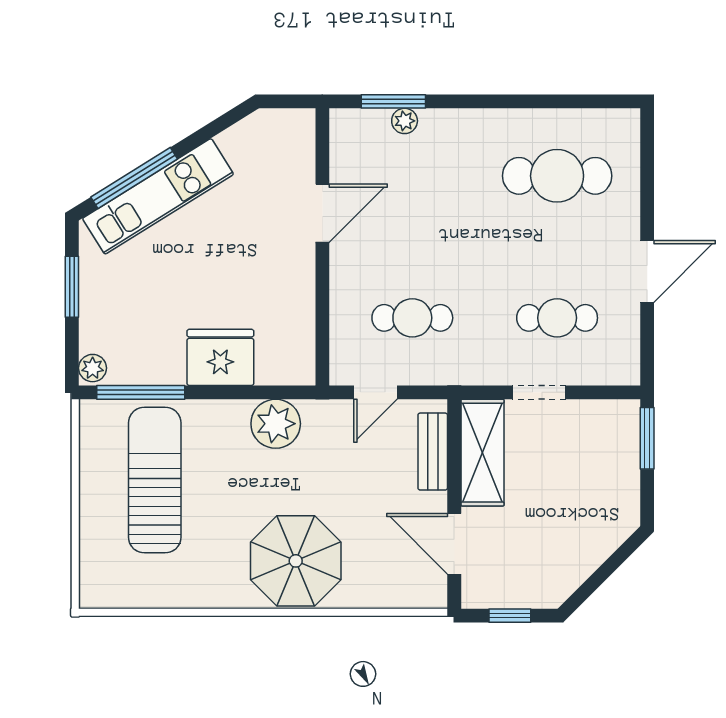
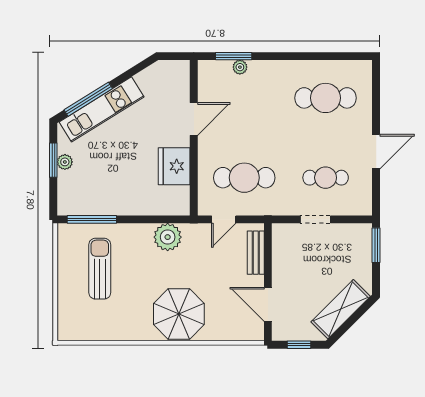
cafe table: (412, 318) -> (244, 178), width x1.37, depth x1.35
fridge: (220, 357) -> (174, 166), moved, turned -90
plant: (93, 368) -> (65, 162), moved
shelving: (482, 453) -> (341, 309), moved, turned 45
sun lounger: (155, 480) -> (100, 269), width x0.73, depth x0.75

